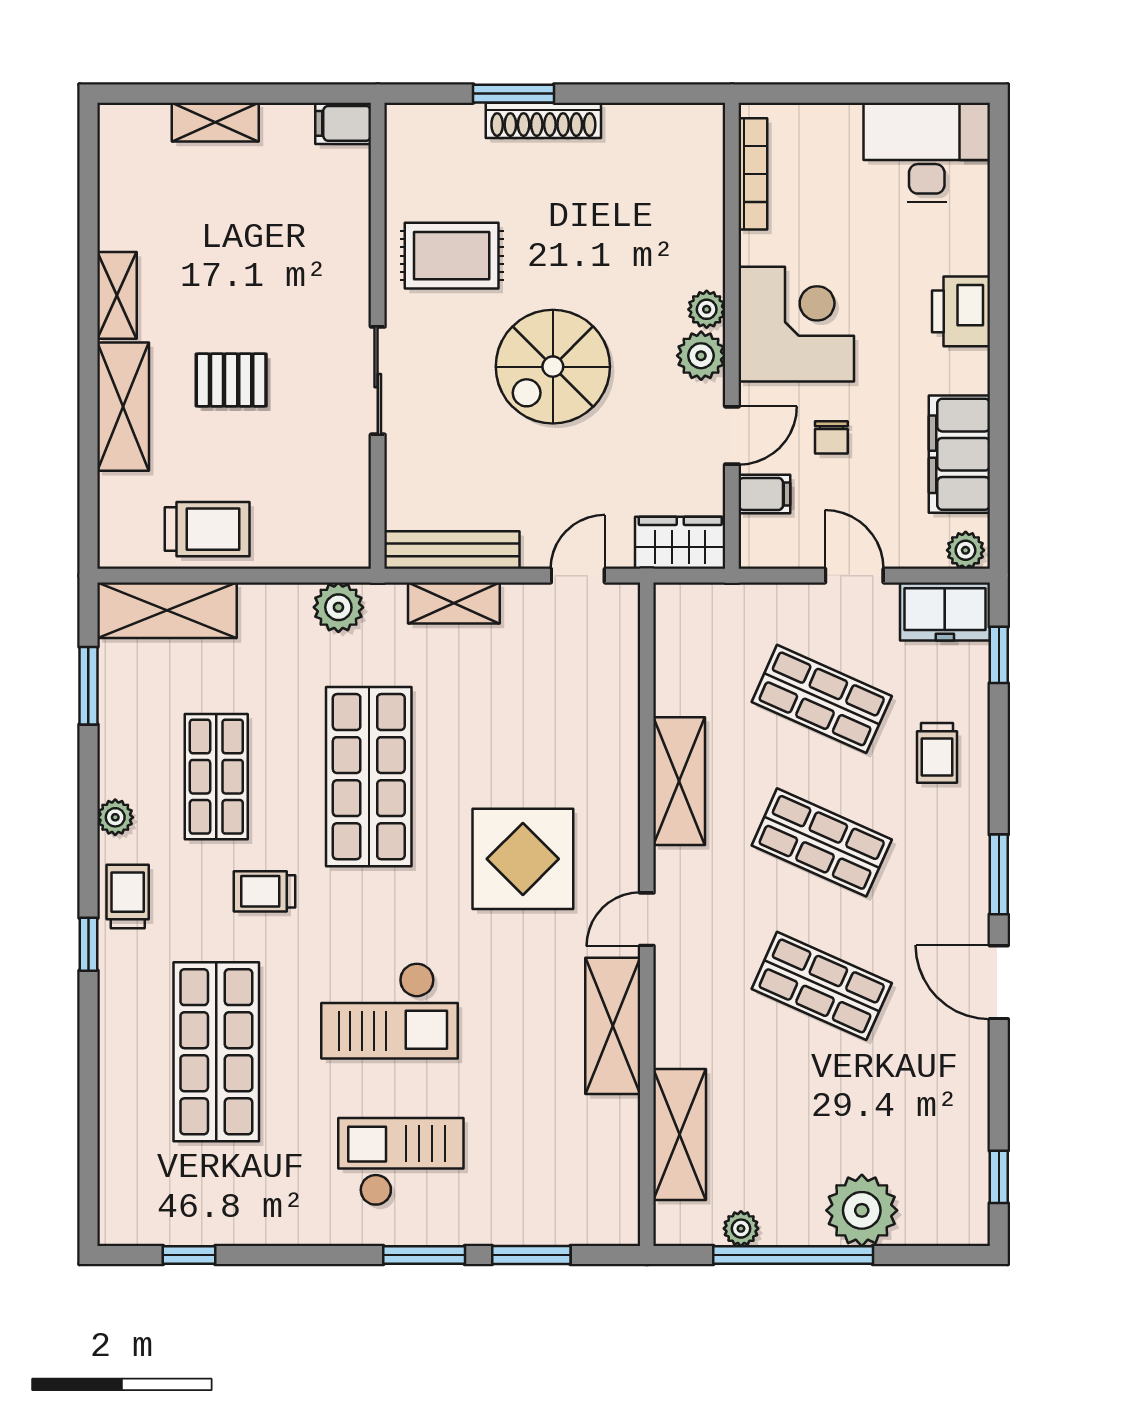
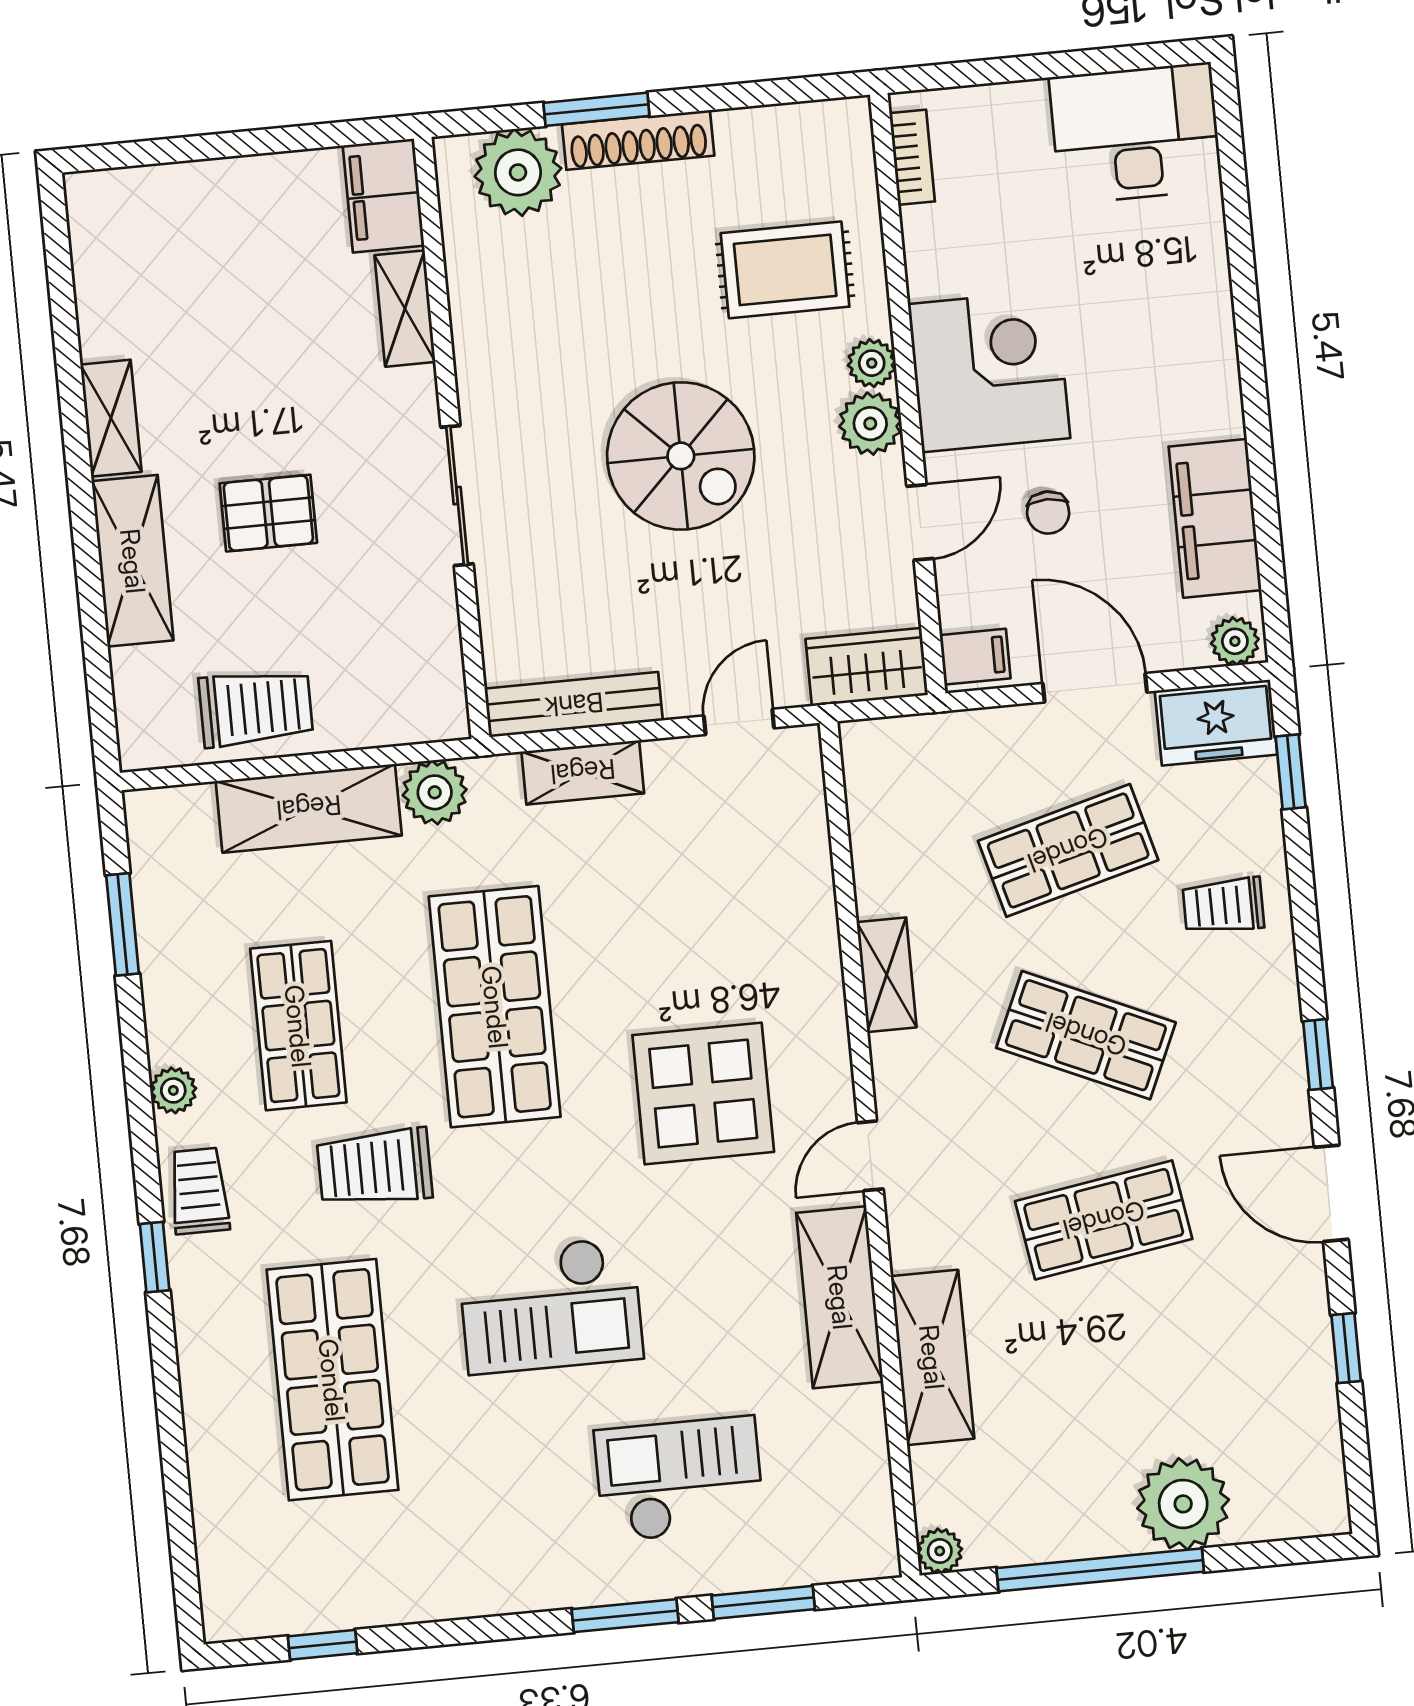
shelving: (215, 122) -> (405, 309), moved, turned 90
filing cabinet: (343, 123) -> (383, 196), width x2.00
plant: (449, 136) -> (518, 172), added
bookcase: (753, 174) -> (912, 157), width x0.64
rug: (452, 256) -> (785, 270), moved
printer: (961, 311) -> (1199, 334), removed
spiral stairs: (553, 367) -> (681, 456), turned -90
filing cabinet: (764, 494) -> (975, 657), moved
door: (854, 576) -> (1095, 688), width x1.38
shelving: (167, 610) -> (309, 808), moved
shop shelf: (822, 699) -> (1068, 850), turned -39
trolley: (937, 753) -> (1223, 906), turned 90
shelving: (679, 781) -> (887, 975), width x0.67, depth x0.75
window: (999, 874) -> (1318, 1054), width x0.67
trolley: (265, 891) -> (375, 1167), width x1.36, depth x1.39
shop shelf: (822, 986) -> (1104, 1220), turned -33
shelving: (680, 1134) -> (932, 1357), moved
checkout: (401, 1162) -> (679, 1479), moved
window: (999, 1177) -> (1346, 1348), moved
plant: (741, 1229) -> (940, 1551), moved

